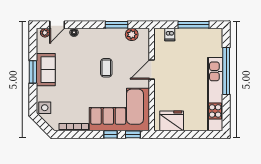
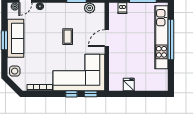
sofa: (46, 70) -> (16, 38), width x1.36
kitchen unit: (215, 94) -> (161, 37), moved
fridge: (172, 121) -> (129, 85), width x0.53, depth x0.75

